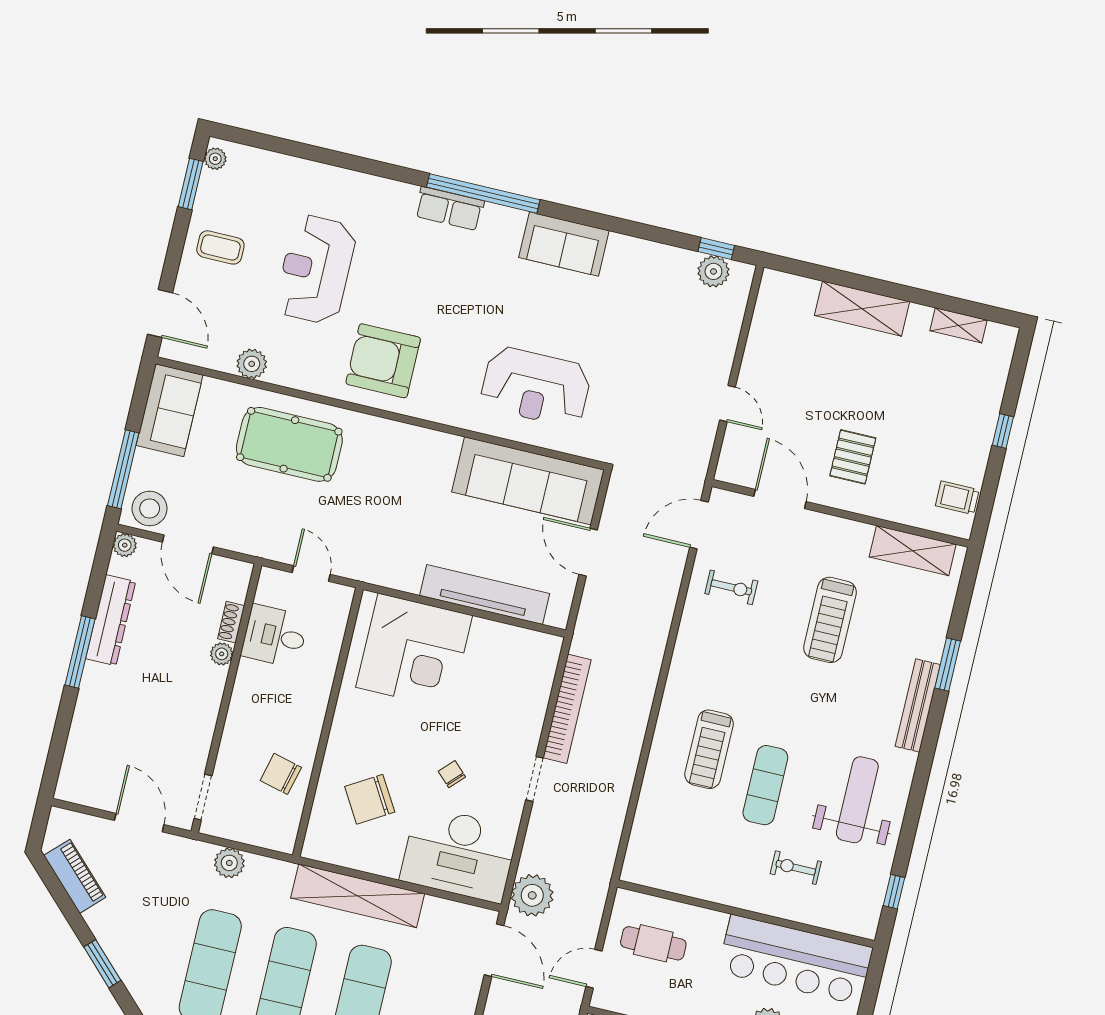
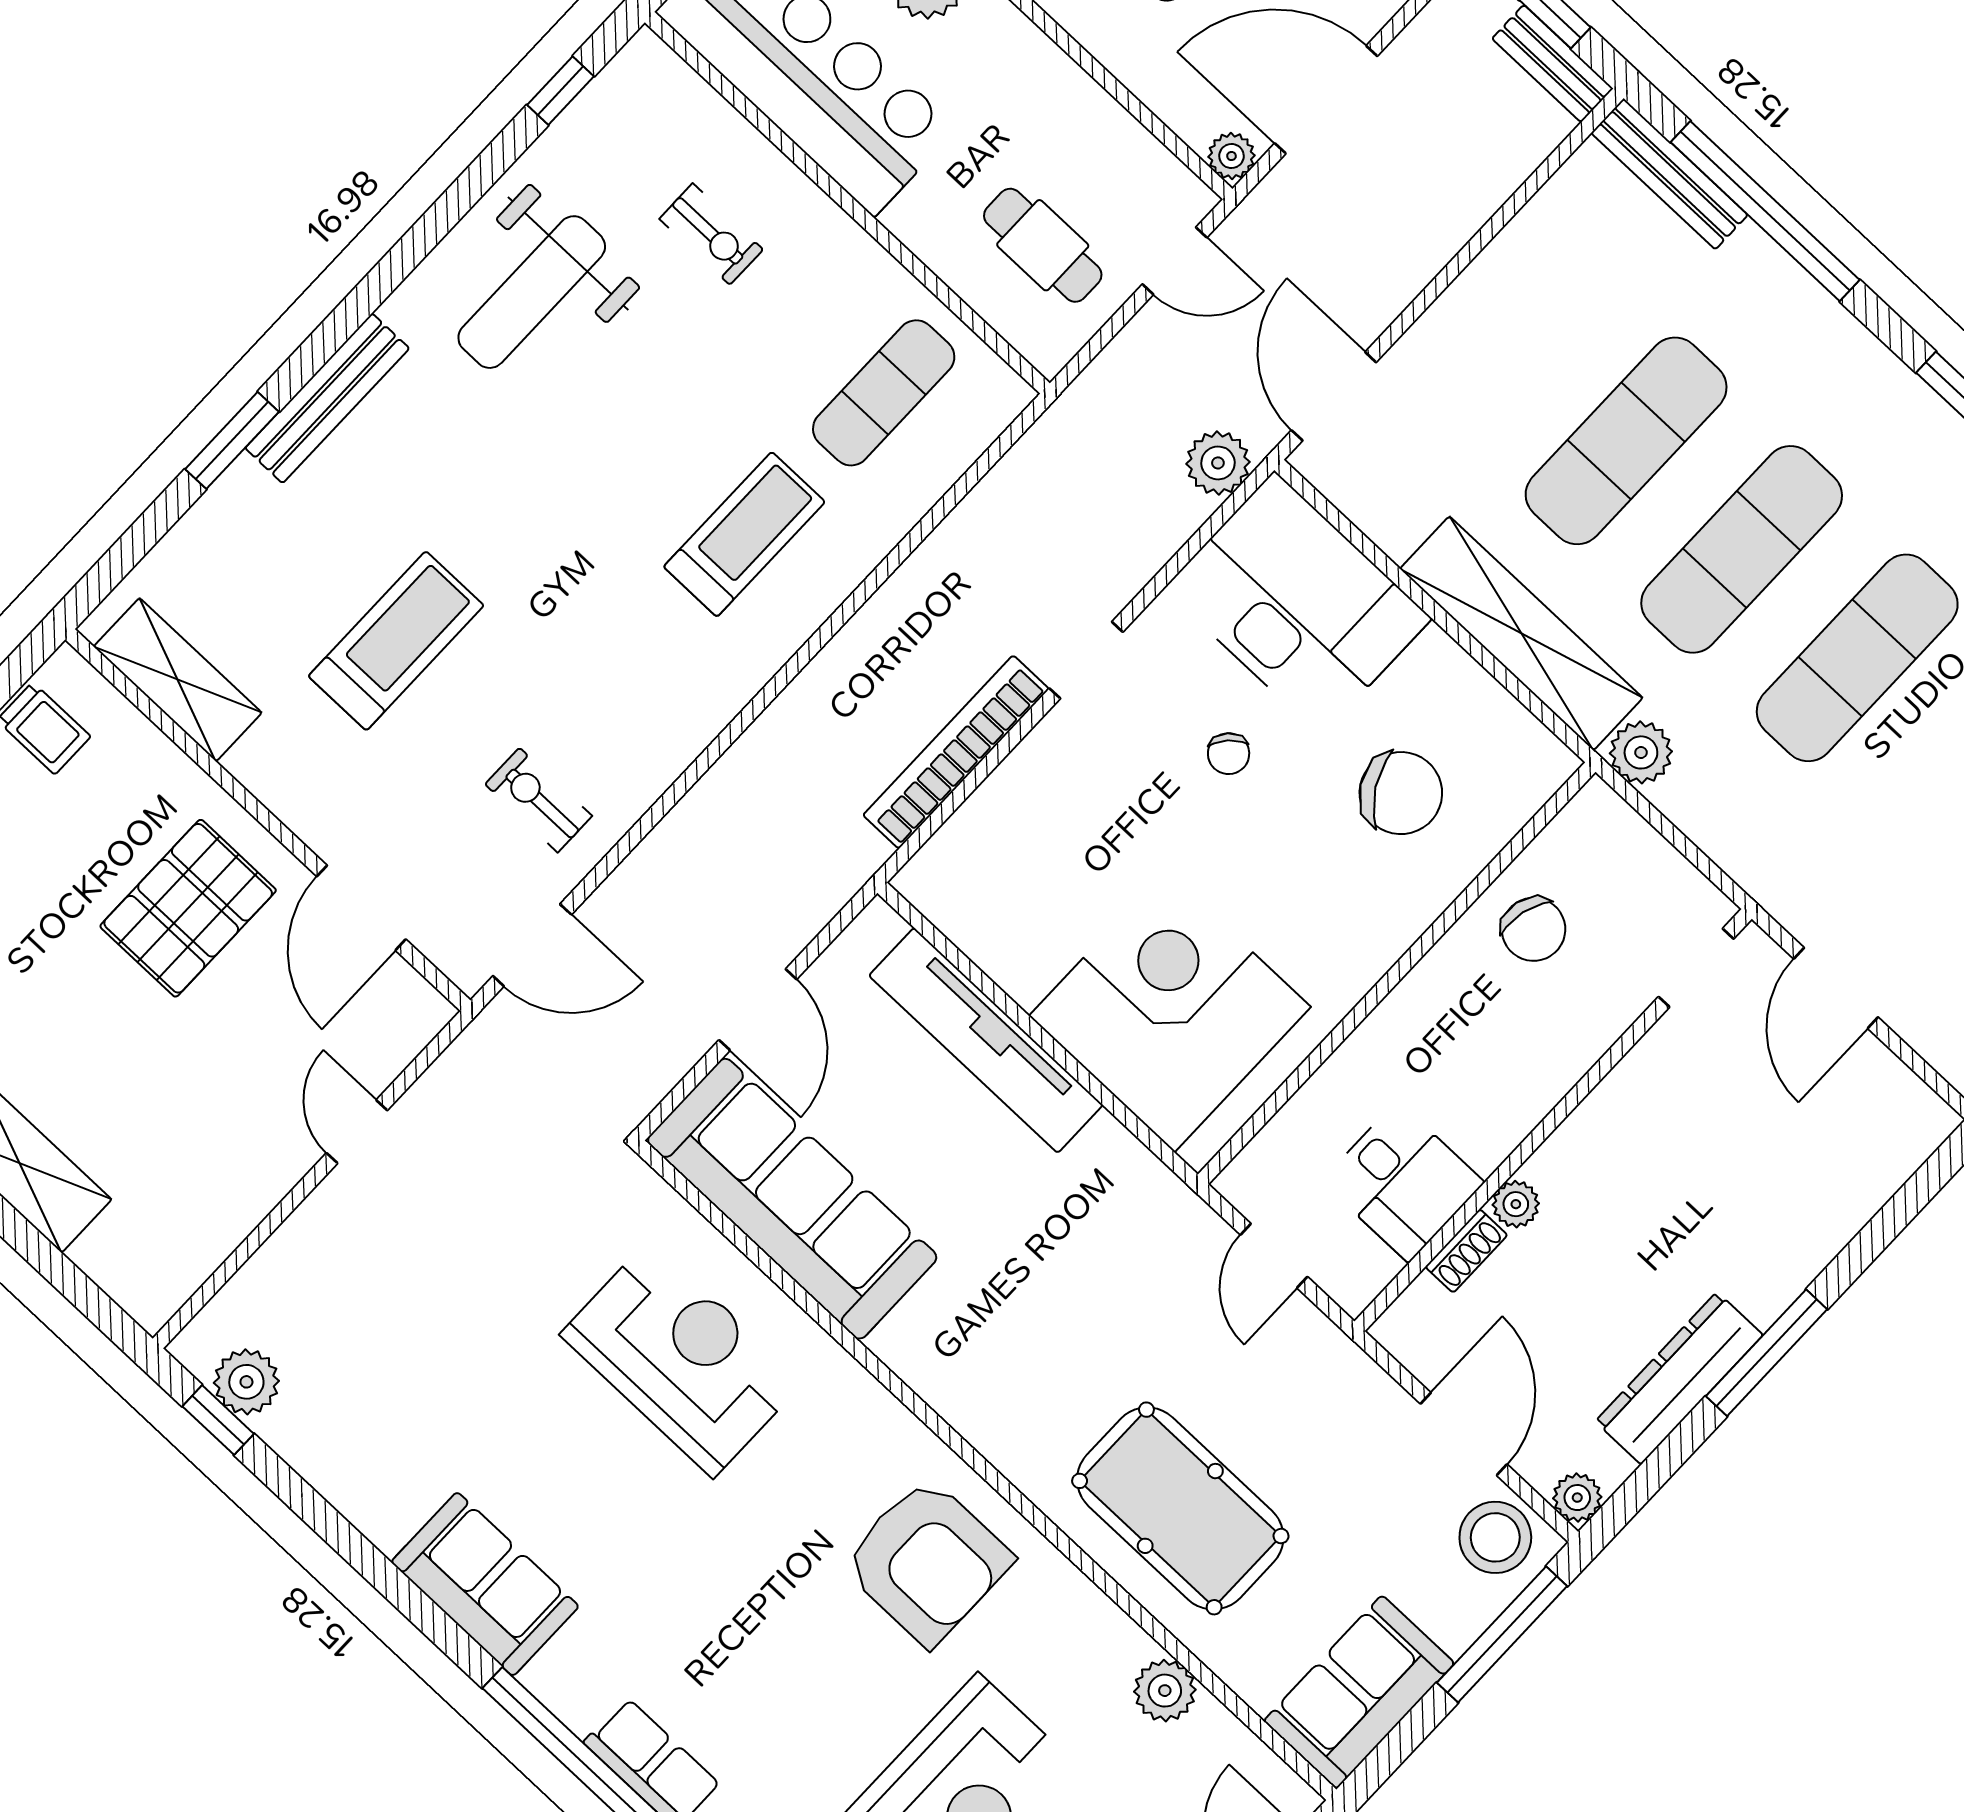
pallet: (853, 457) -> (188, 908), width x1.50, depth x1.42
exercise mat: (765, 785) -> (884, 393), moved
plant: (229, 863) -> (1641, 752), moved
plant: (532, 895) -> (1218, 463), width x0.73, depth x0.73

